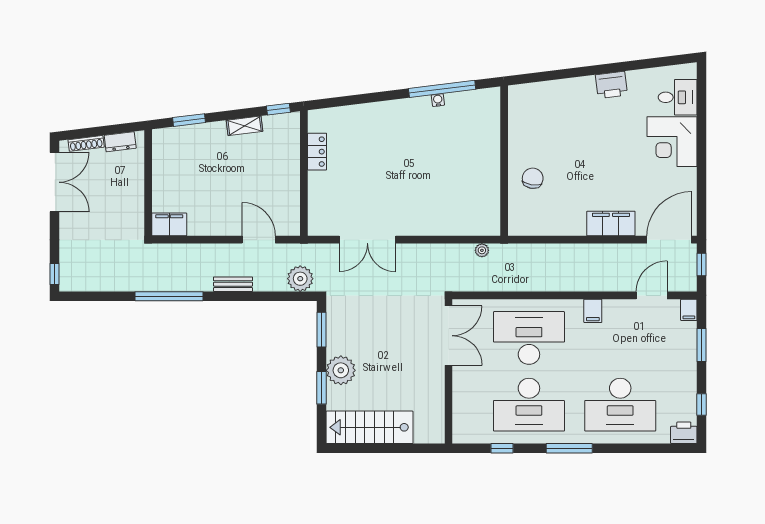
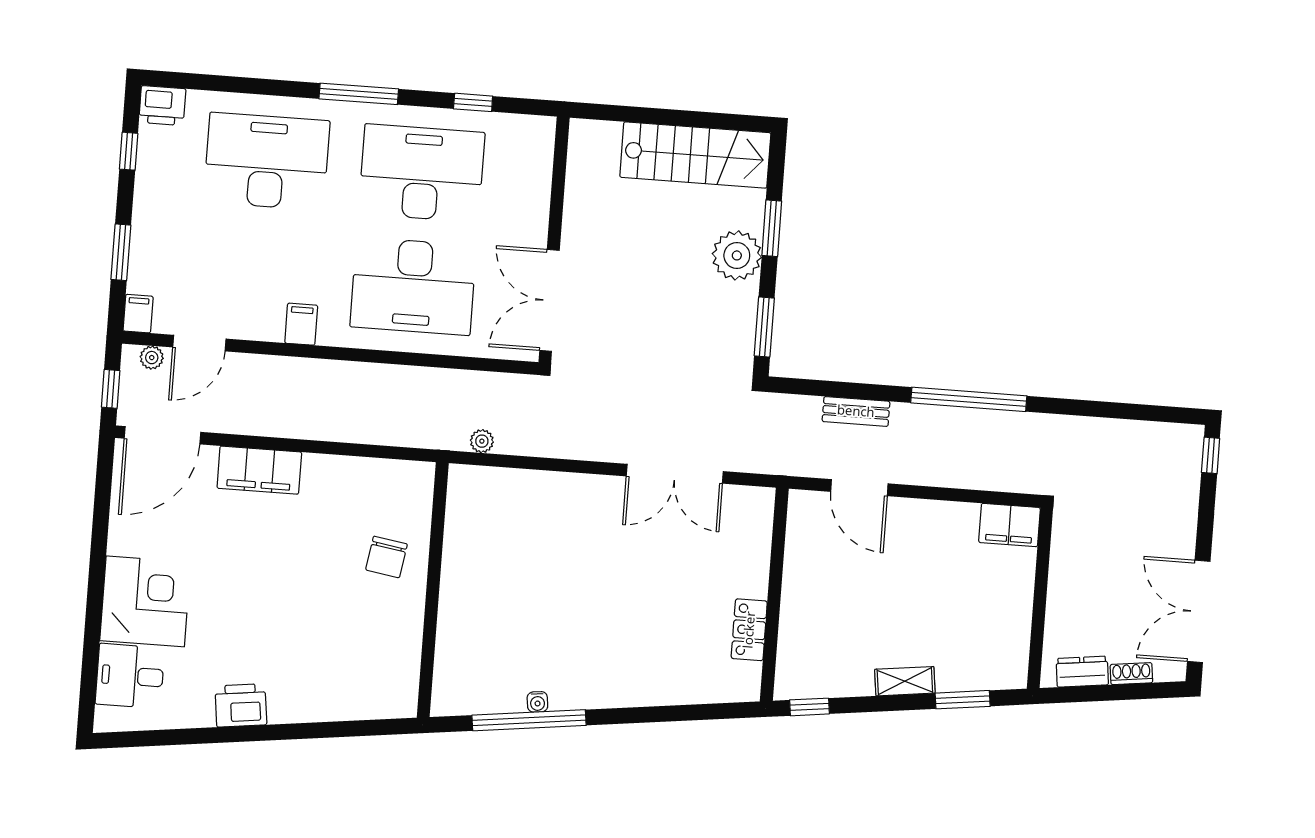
shelving: (245, 126) -> (905, 681), moved
shoe rack: (86, 143) -> (1131, 674), width x0.70
double door: (367, 240) -> (675, 474), swing flipped
plant: (300, 279) -> (152, 358), moved, width x0.53, depth x0.53
bench: (233, 284) -> (856, 411), moved
window: (169, 296) -> (969, 399), moved

